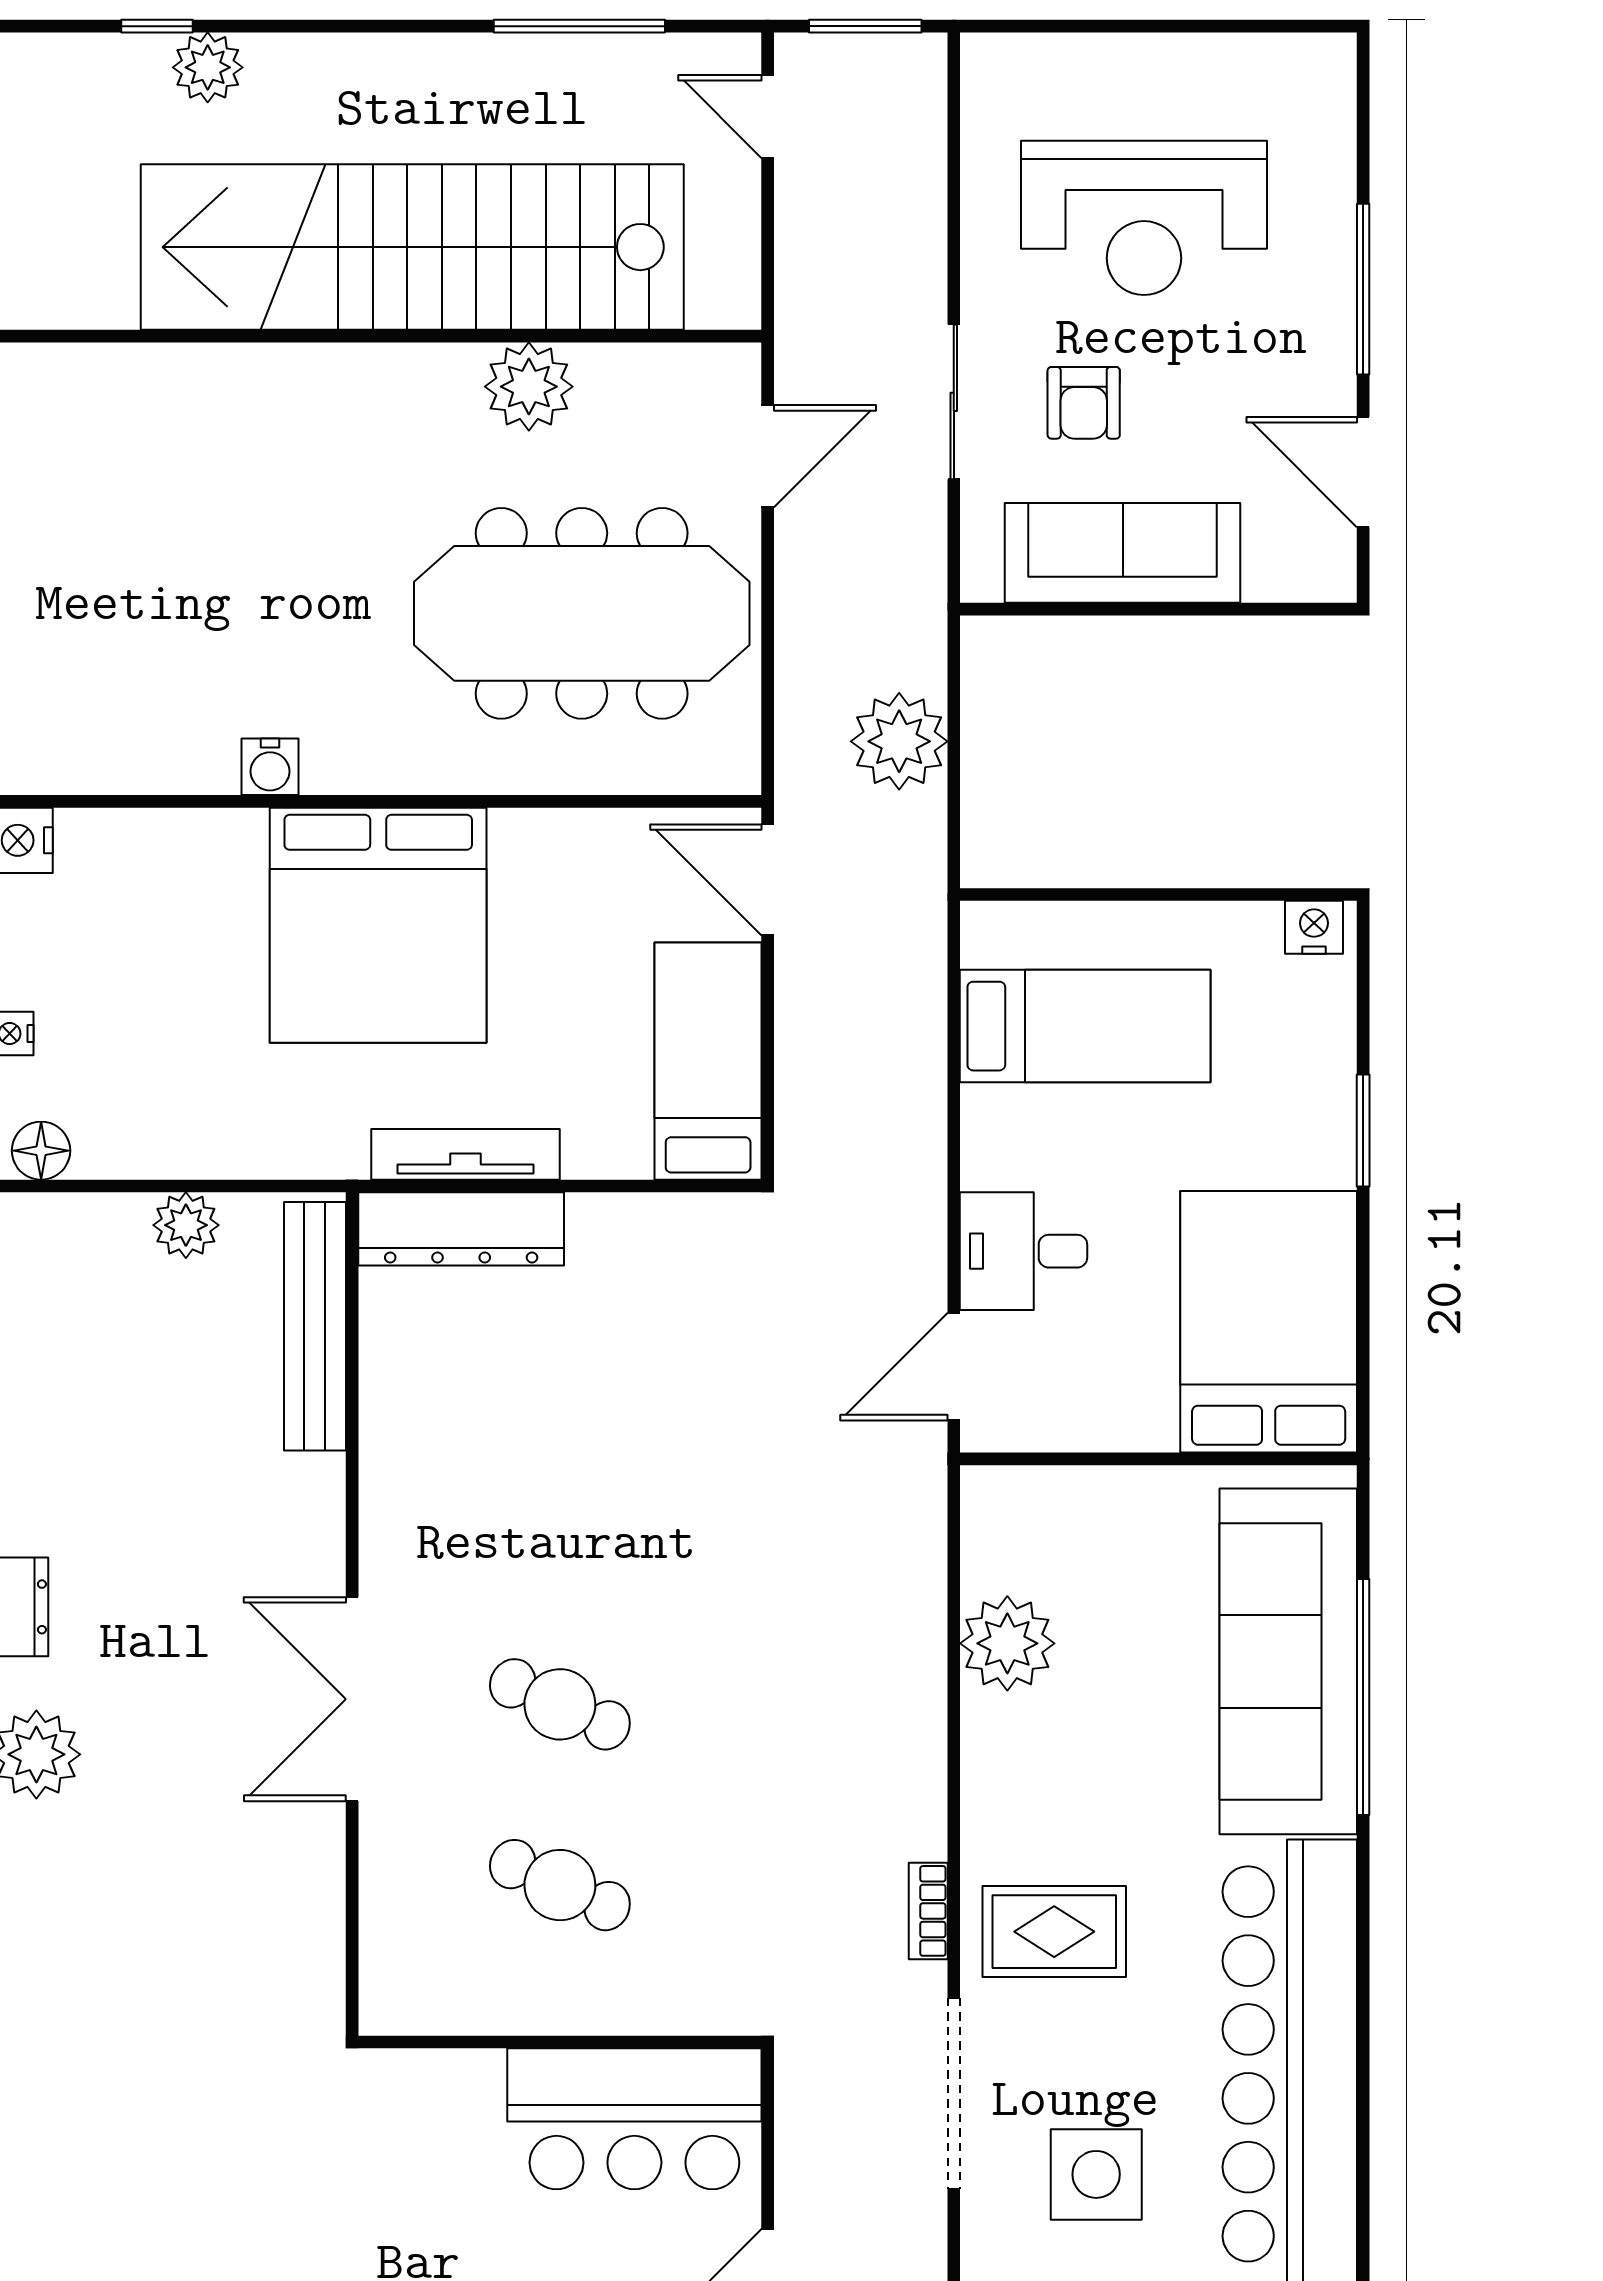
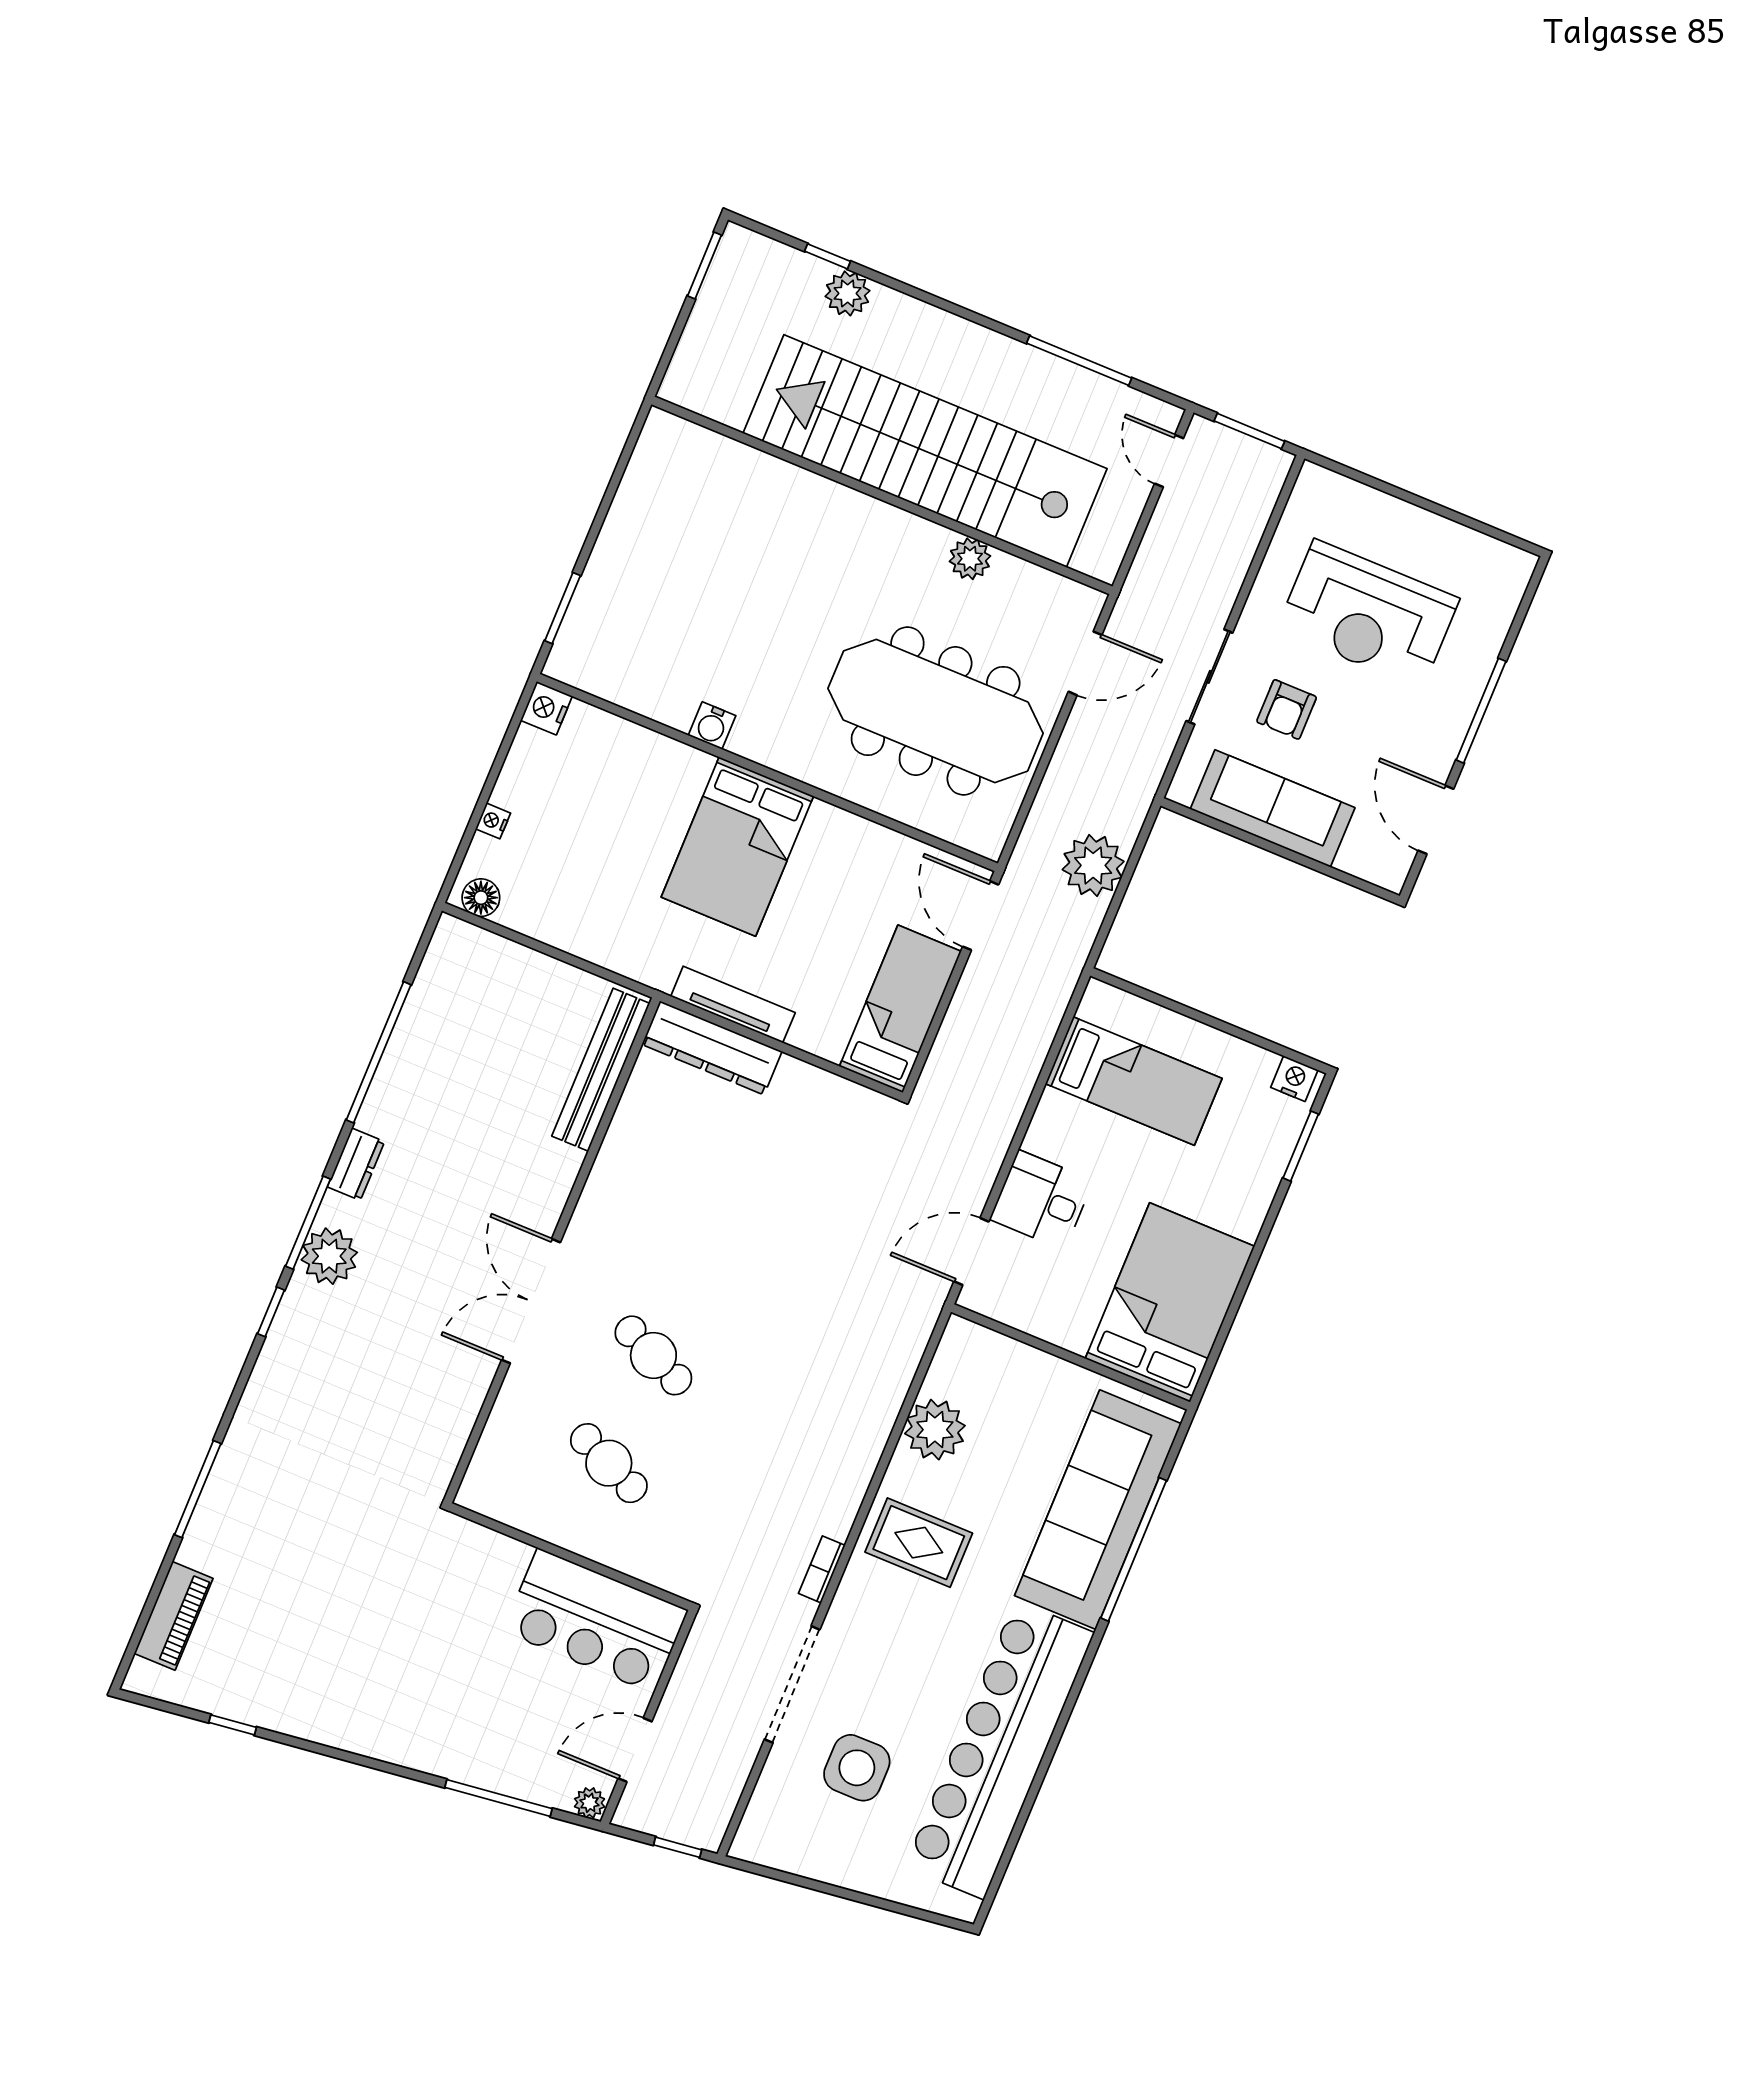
plant: (529, 387) -> (970, 559), width x0.73, depth x0.73
bed: (378, 925) -> (737, 847), width x0.73
window: (1363, 1131) -> (1301, 1146), moved
plant: (186, 1225) -> (549, 978), removed
rug: (1054, 1932) -> (919, 1543), moved

